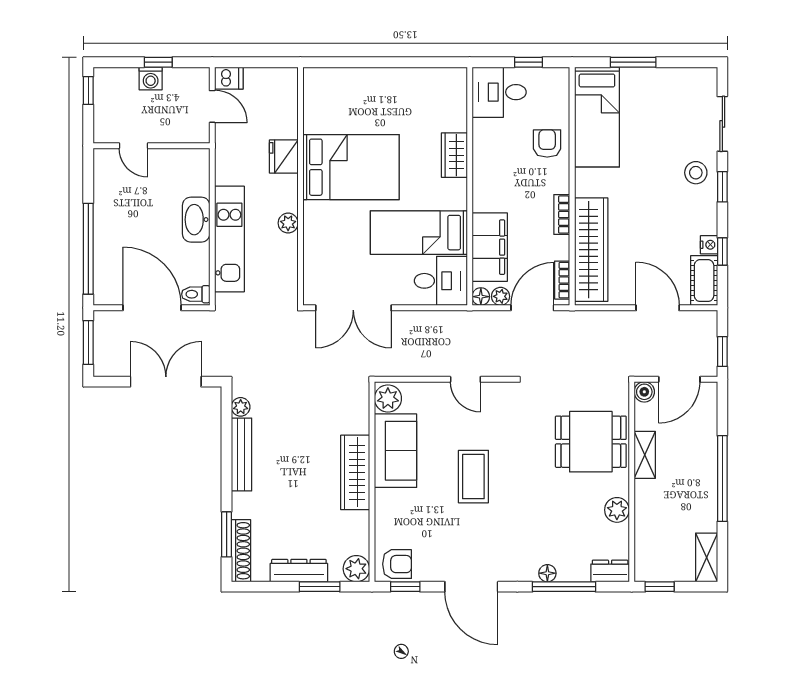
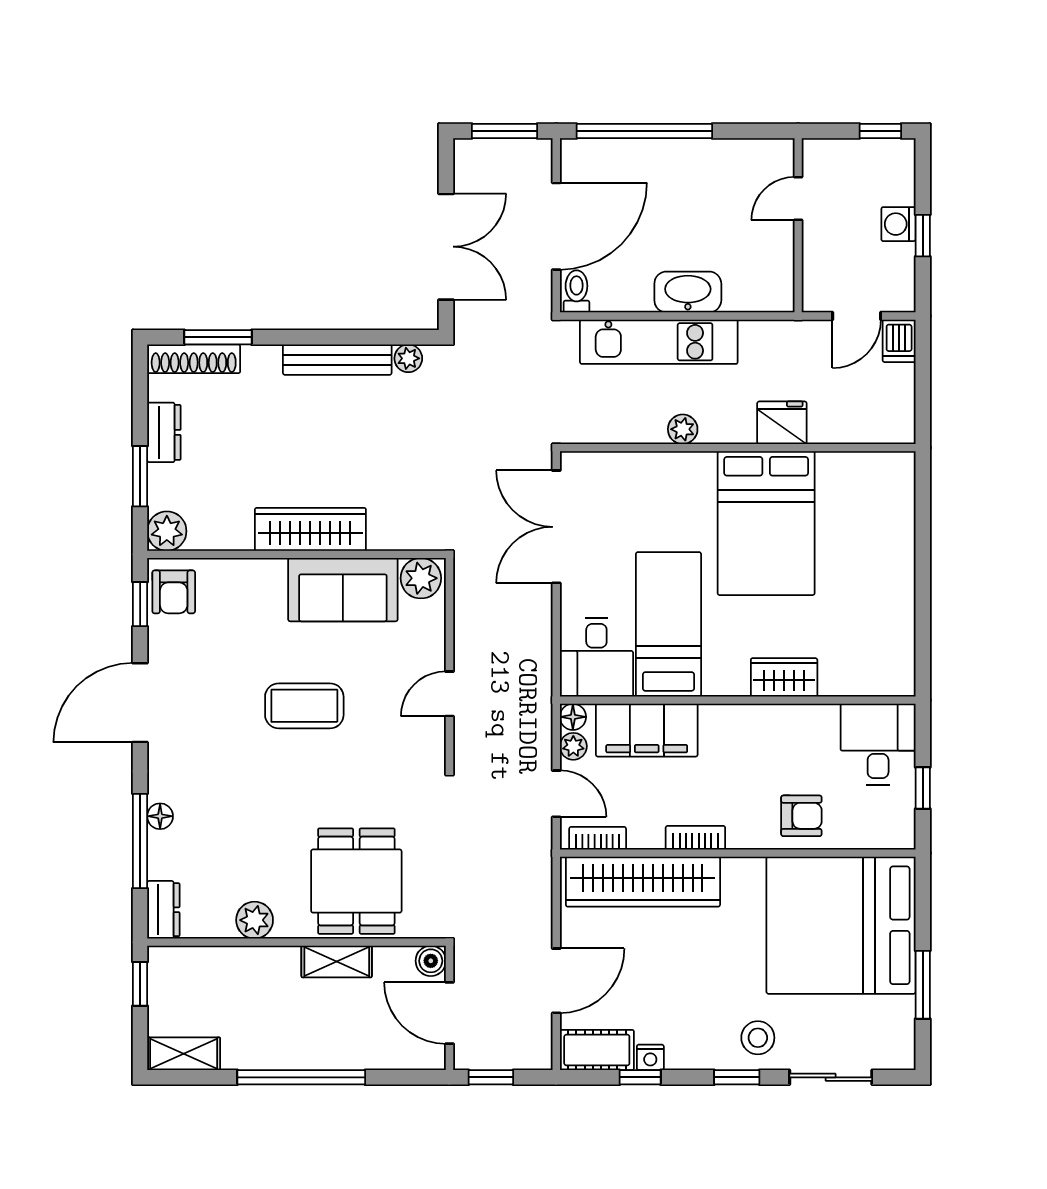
window: (633, 62) -> (923, 985), moved
bed: (597, 117) -> (841, 925), width x2.04
door: (532, 308) -> (556, 794), width x0.73
dresser: (299, 571) -> (164, 432), width x0.70

